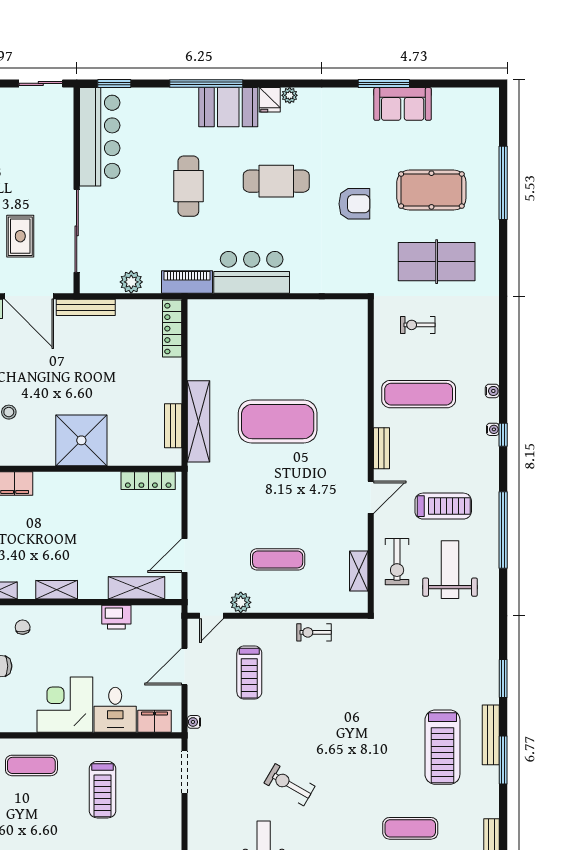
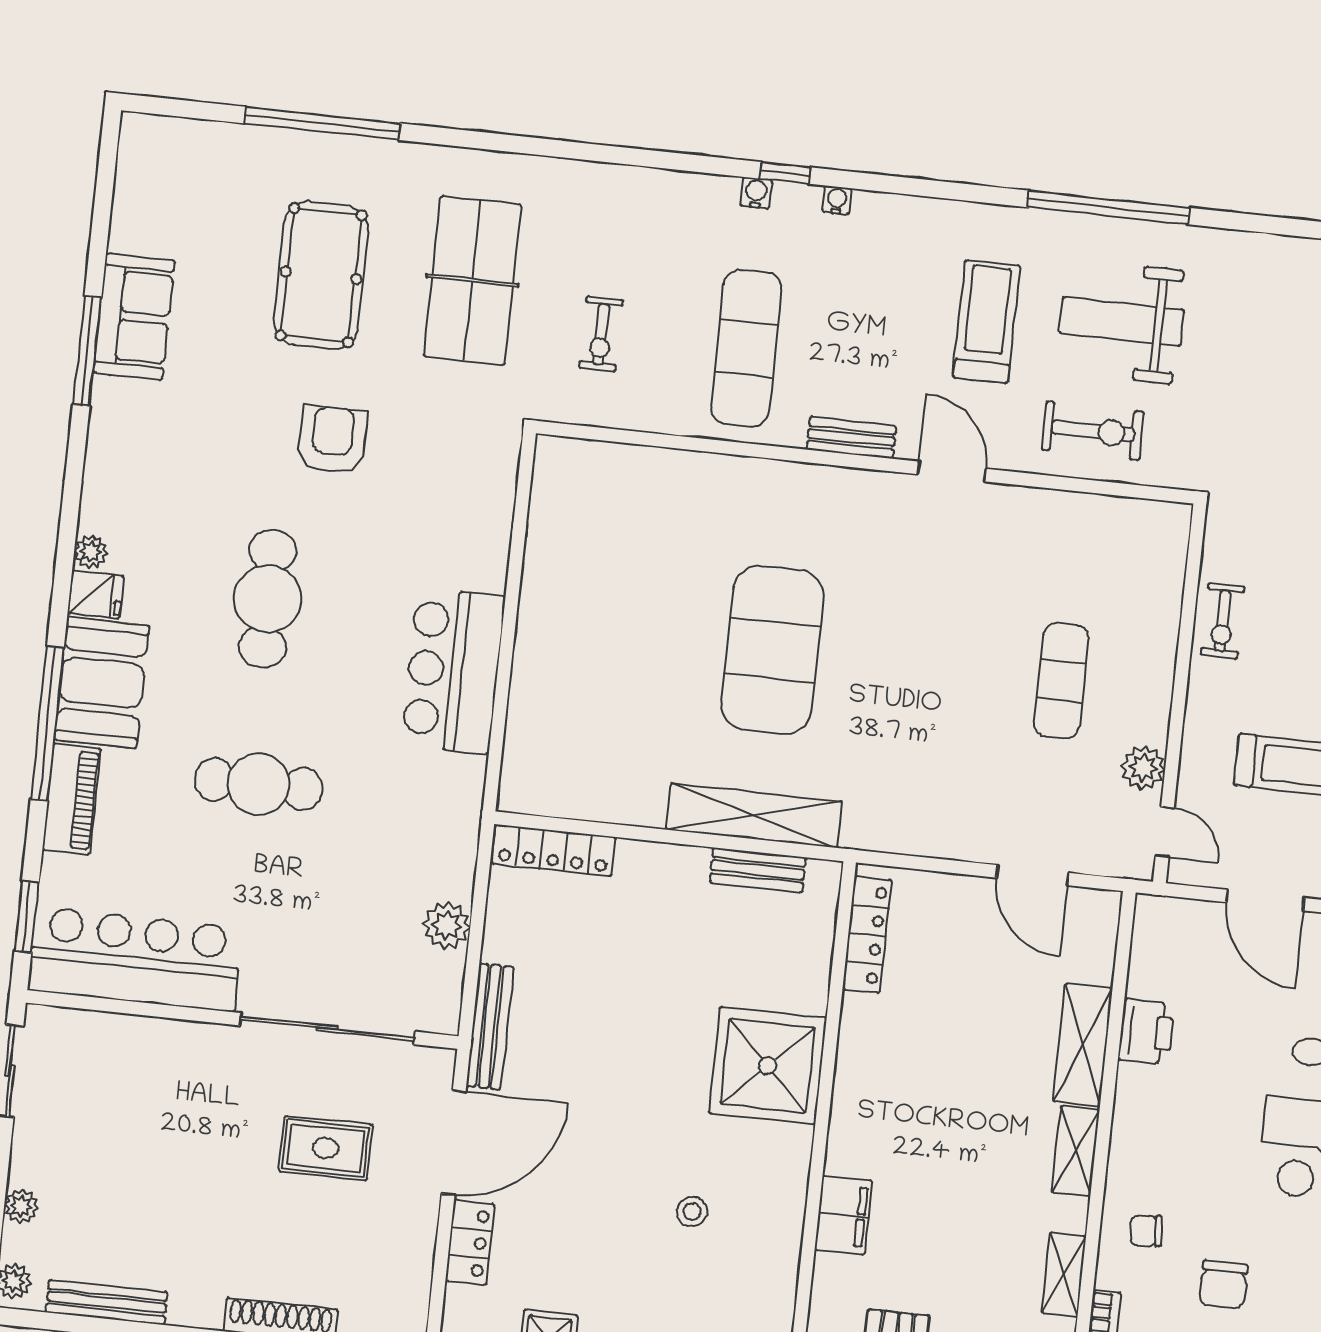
piano: (187, 282) -> (72, 799), moved, turned 180
window: (503, 435) -> (785, 173), moved
window: (503, 530) -> (1108, 207), moved
shelving: (359, 571) -> (1104, 513), removed
shelving: (137, 588) -> (1083, 1045), moved

